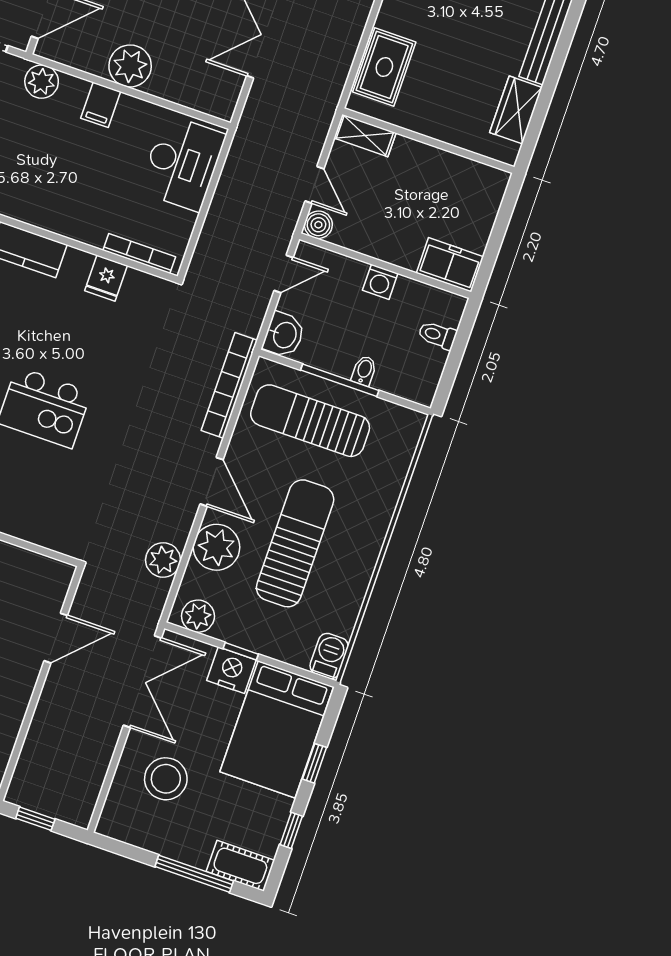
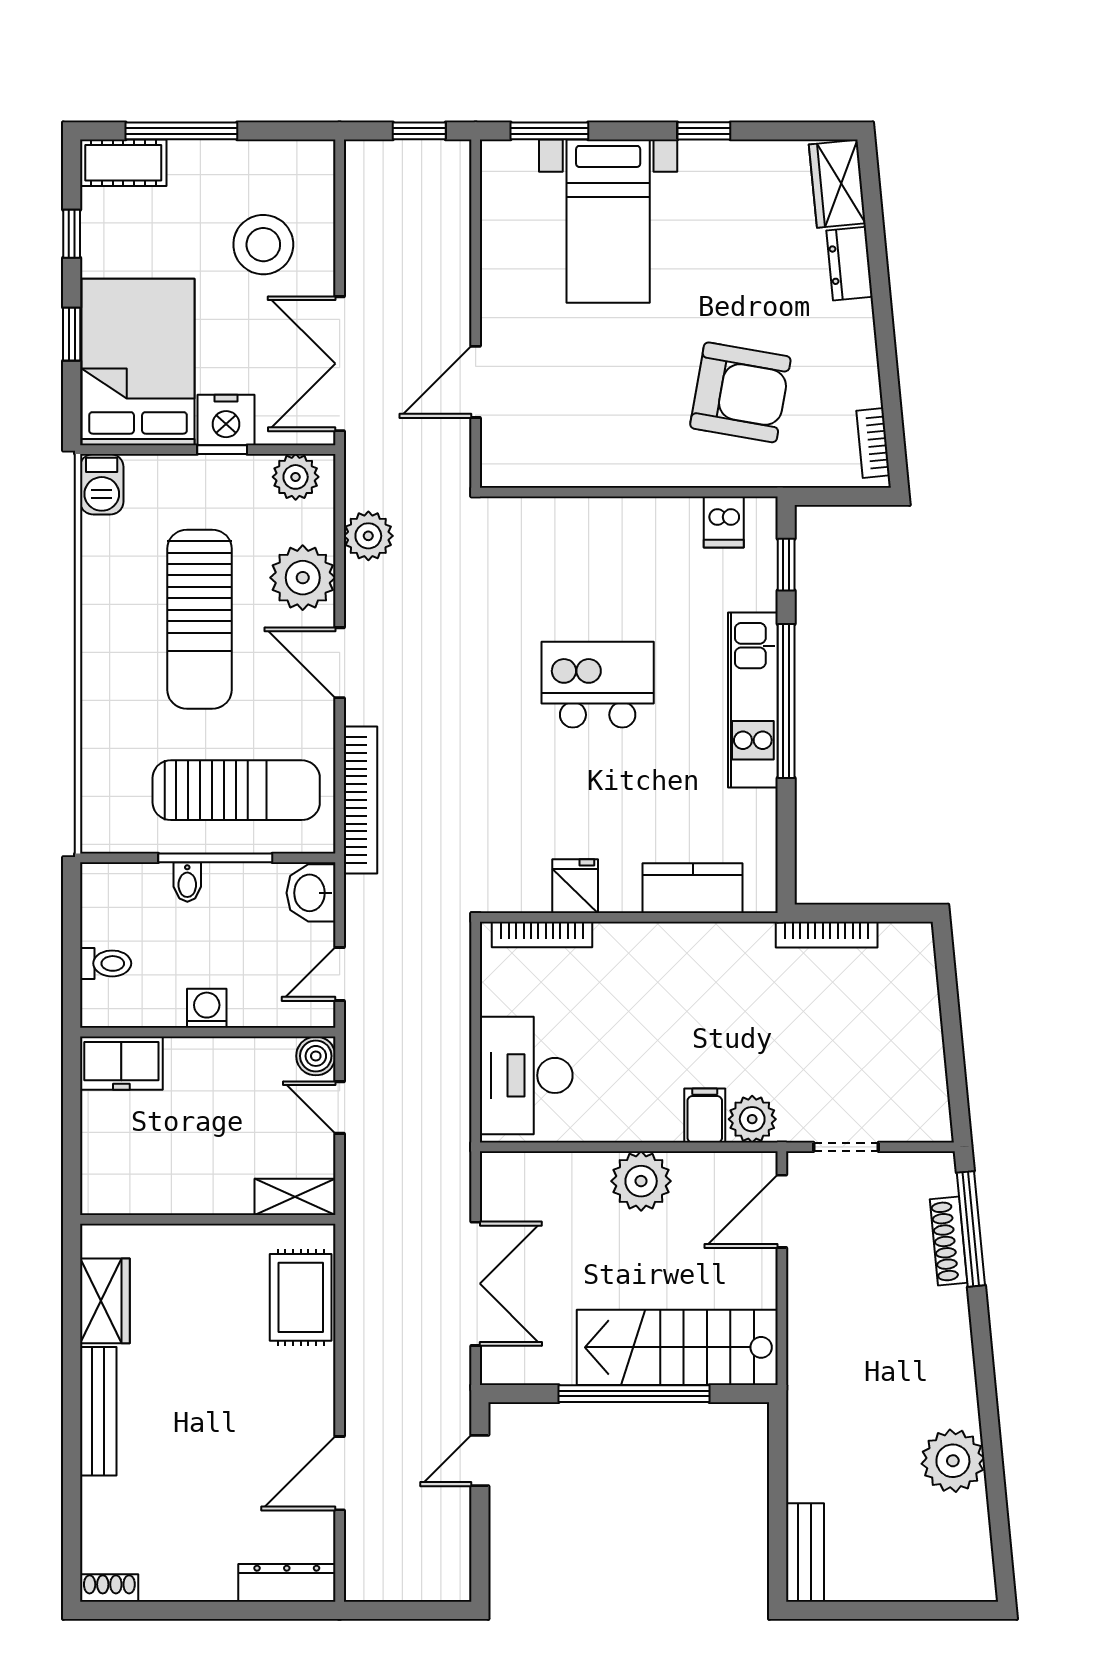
filing cabinet: (101, 105) -> (705, 1116), moved

